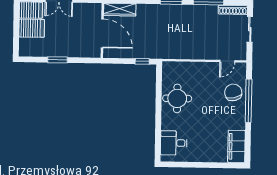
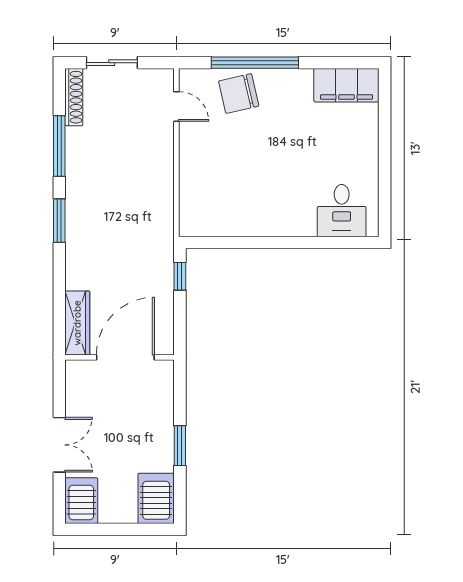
server rack: (32, 28) -> (156, 498), moved
round table: (177, 98) -> (253, 205), removed

